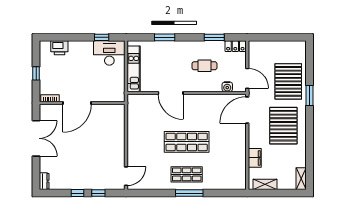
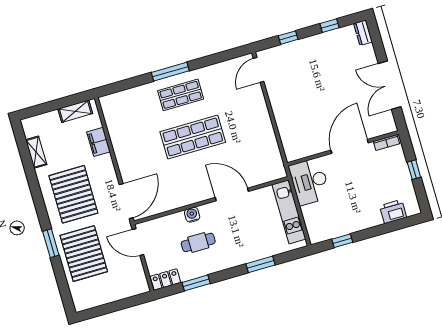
desk: (109, 53) -> (310, 181), moved, turned 90
water cooler: (227, 87) -> (192, 215), moved
shelving: (301, 179) -> (36, 152), moved
window: (78, 193) -> (330, 26), moved

